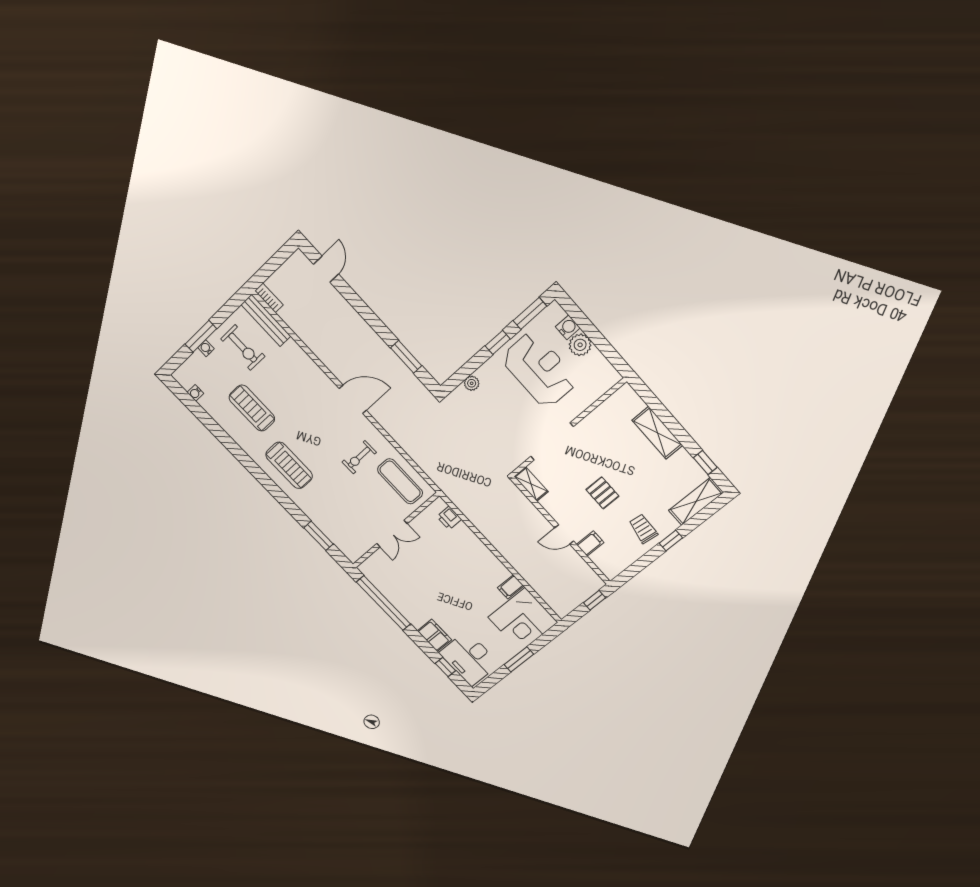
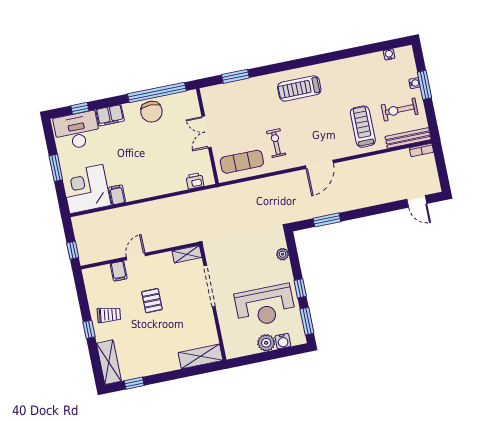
treadmill: (252, 408) -> (363, 127), moved, turned -90
shelving: (657, 433) -> (201, 356), moved
pallet: (602, 493) -> (152, 301), turned 90
chair: (406, 598) -> (151, 112), added

